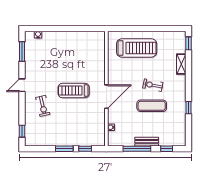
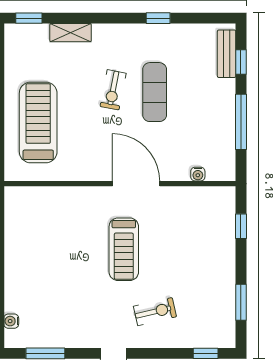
bench: (147, 142) -> (227, 54), moved
window: (64, 149) -> (241, 302), moved

